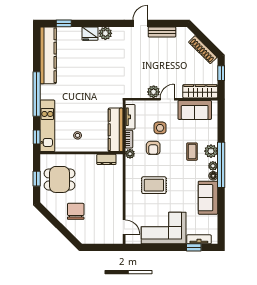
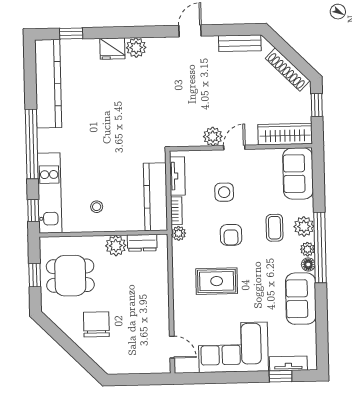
bench: (162, 32) -> (240, 43), moved
sofa: (195, 110) -> (298, 174), moved, turned 90
armchair: (153, 148) -> (231, 235), moved
plant: (89, 161) -> (116, 246), added

